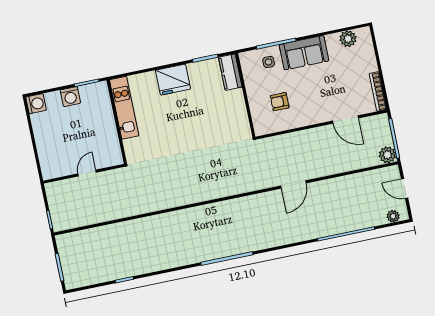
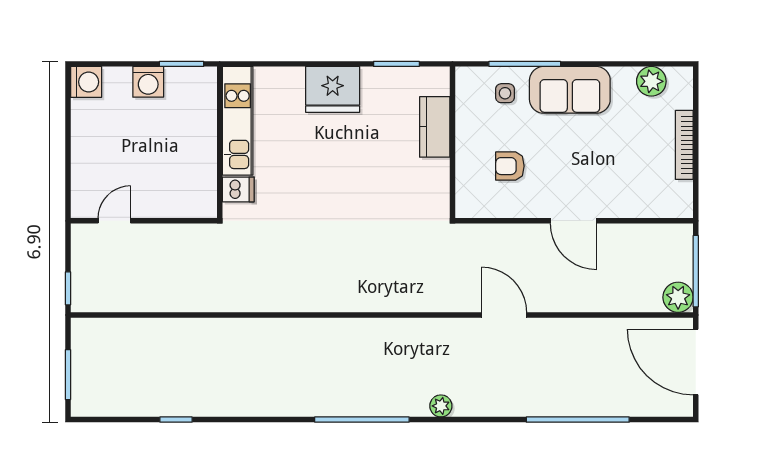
kitchen counter: (230, 72) -> (435, 127), moved
bookcase: (378, 91) -> (684, 145), moved
door: (345, 120) -> (573, 221), moved
dishwasher: (132, 146) -> (238, 189), added
door: (87, 173) -> (114, 221), moved
door: (293, 185) -> (504, 315), swing flipped
door: (405, 189) -> (696, 362), width x1.87
plant: (393, 216) -> (441, 406), moved

